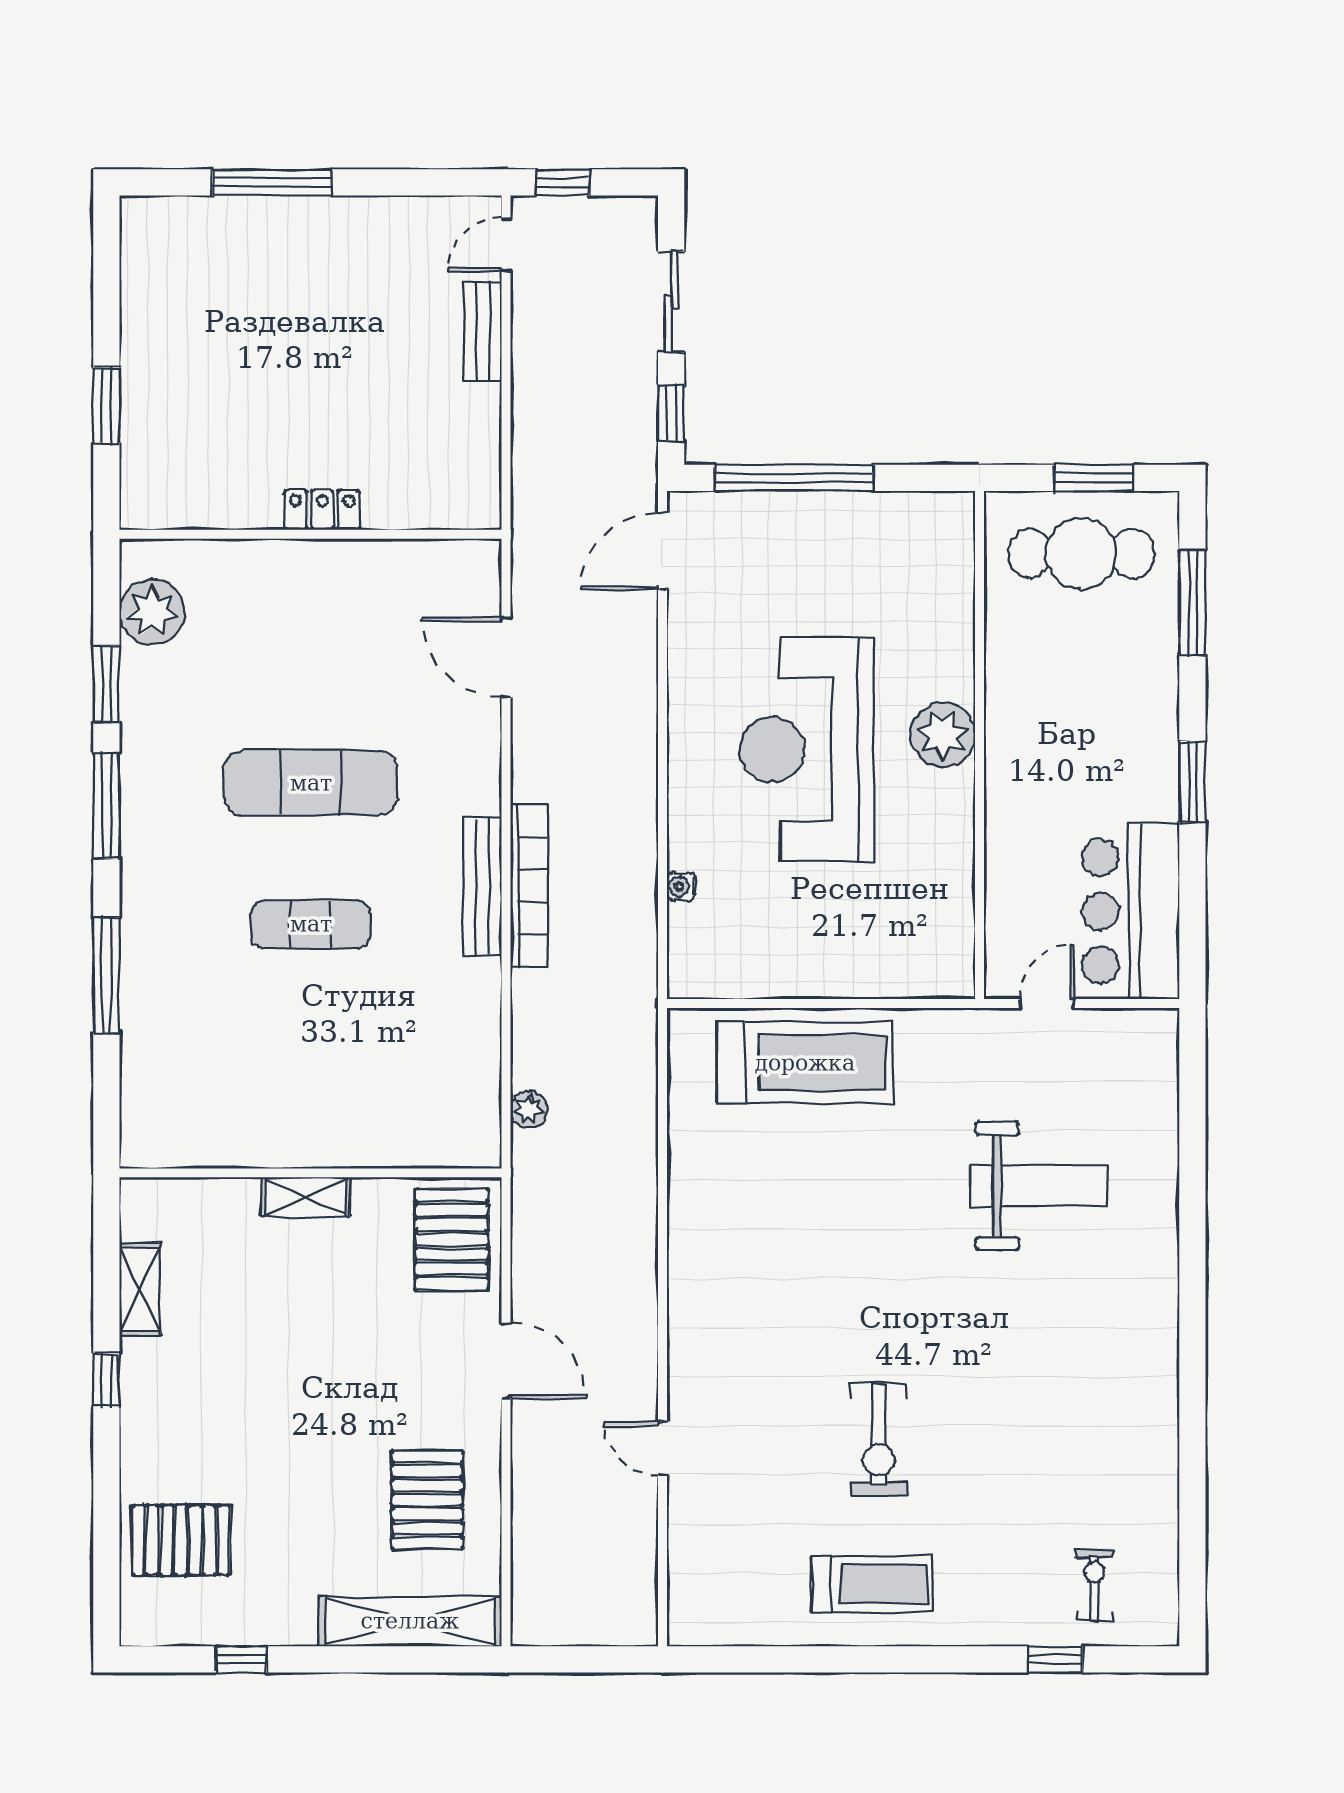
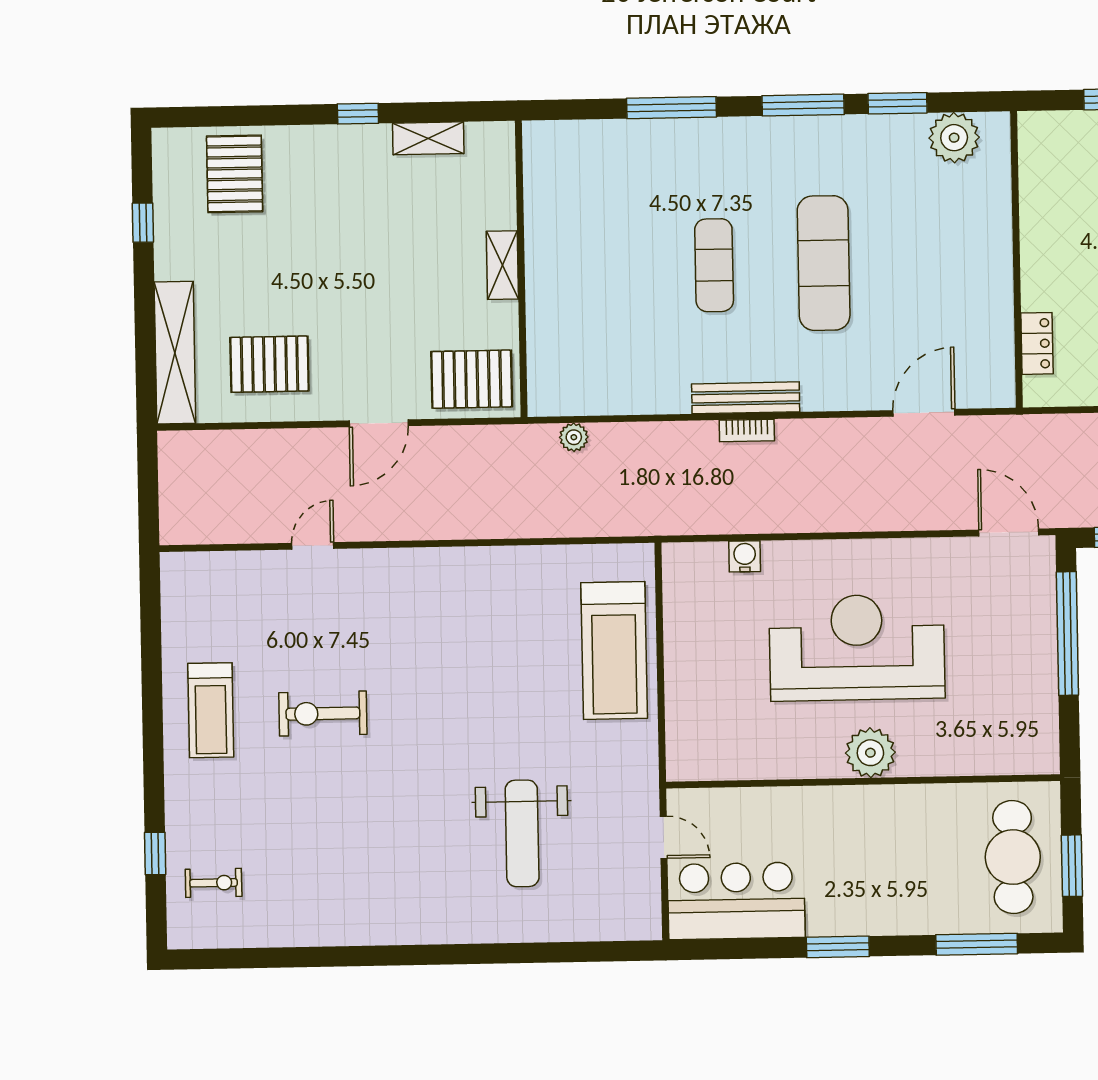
locker: (322, 510) -> (1037, 343), moved
bookcase: (529, 886) -> (747, 430), width x0.43, depth x0.76
water cooler: (681, 886) -> (745, 556), width x1.38, depth x1.38

